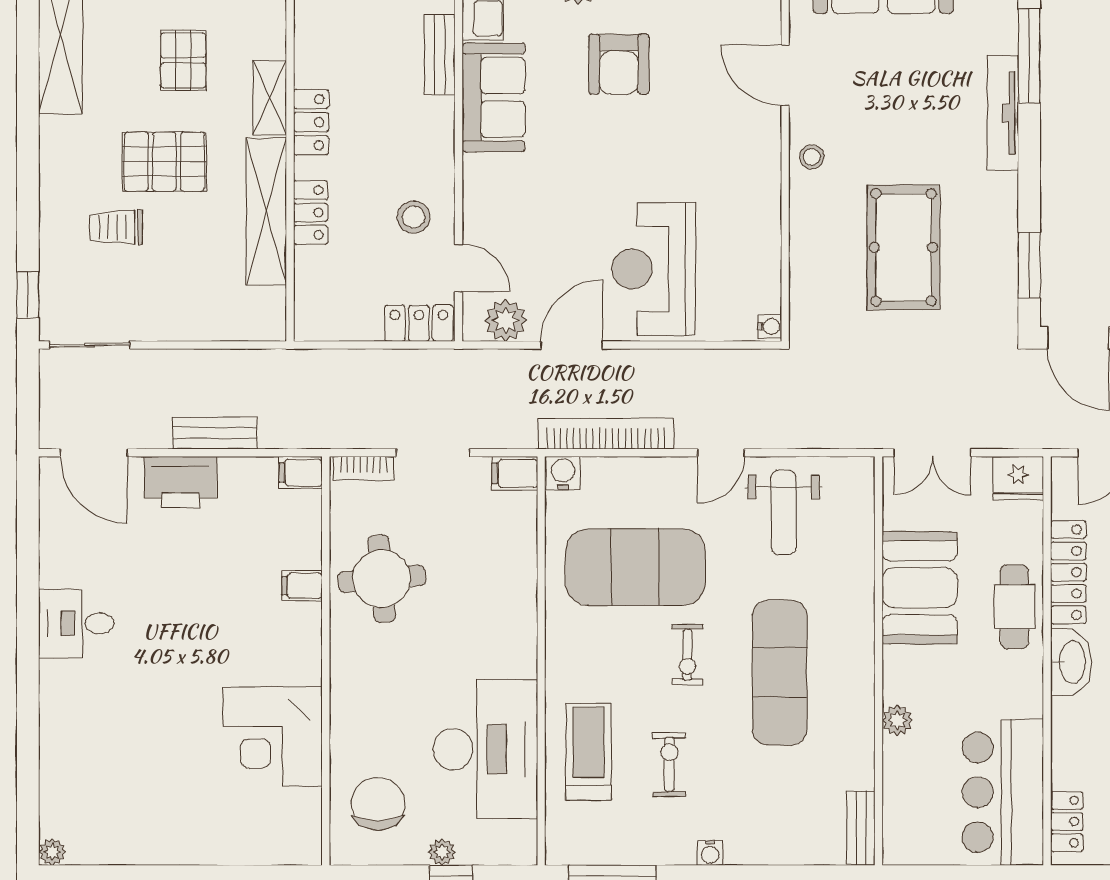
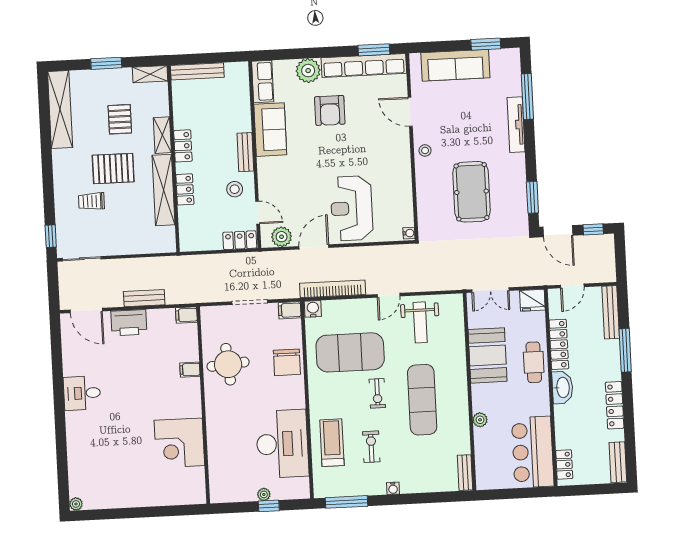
bench: (440, 54) -> (245, 152), moved
bookcase: (364, 468) -> (217, 311), removed
chair: (378, 804) -> (287, 362), moved, turned 180

